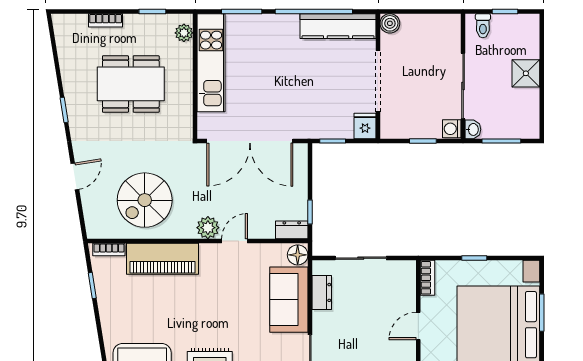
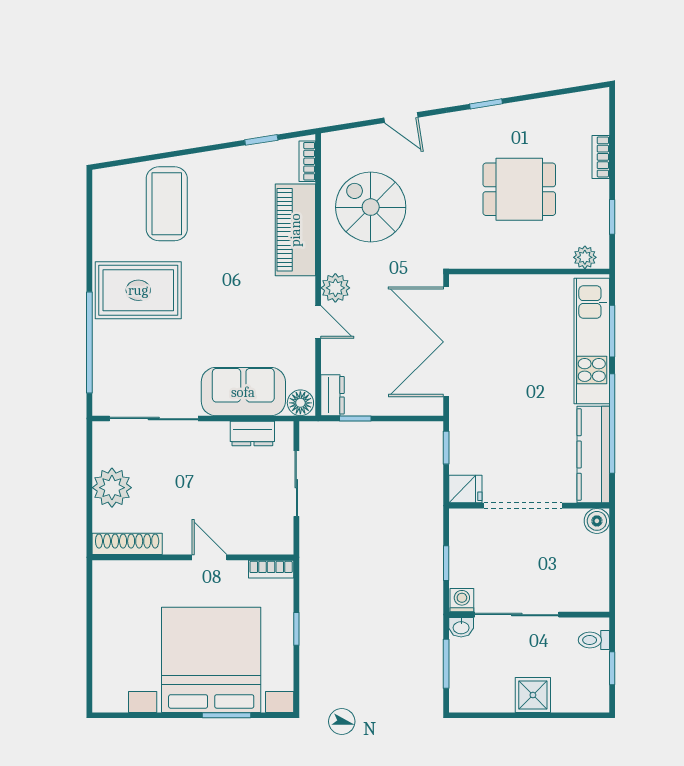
kitchen unit: (211, 63) -> (592, 341), moved, turned 90
dining table: (131, 84) -> (519, 189), width x0.73

